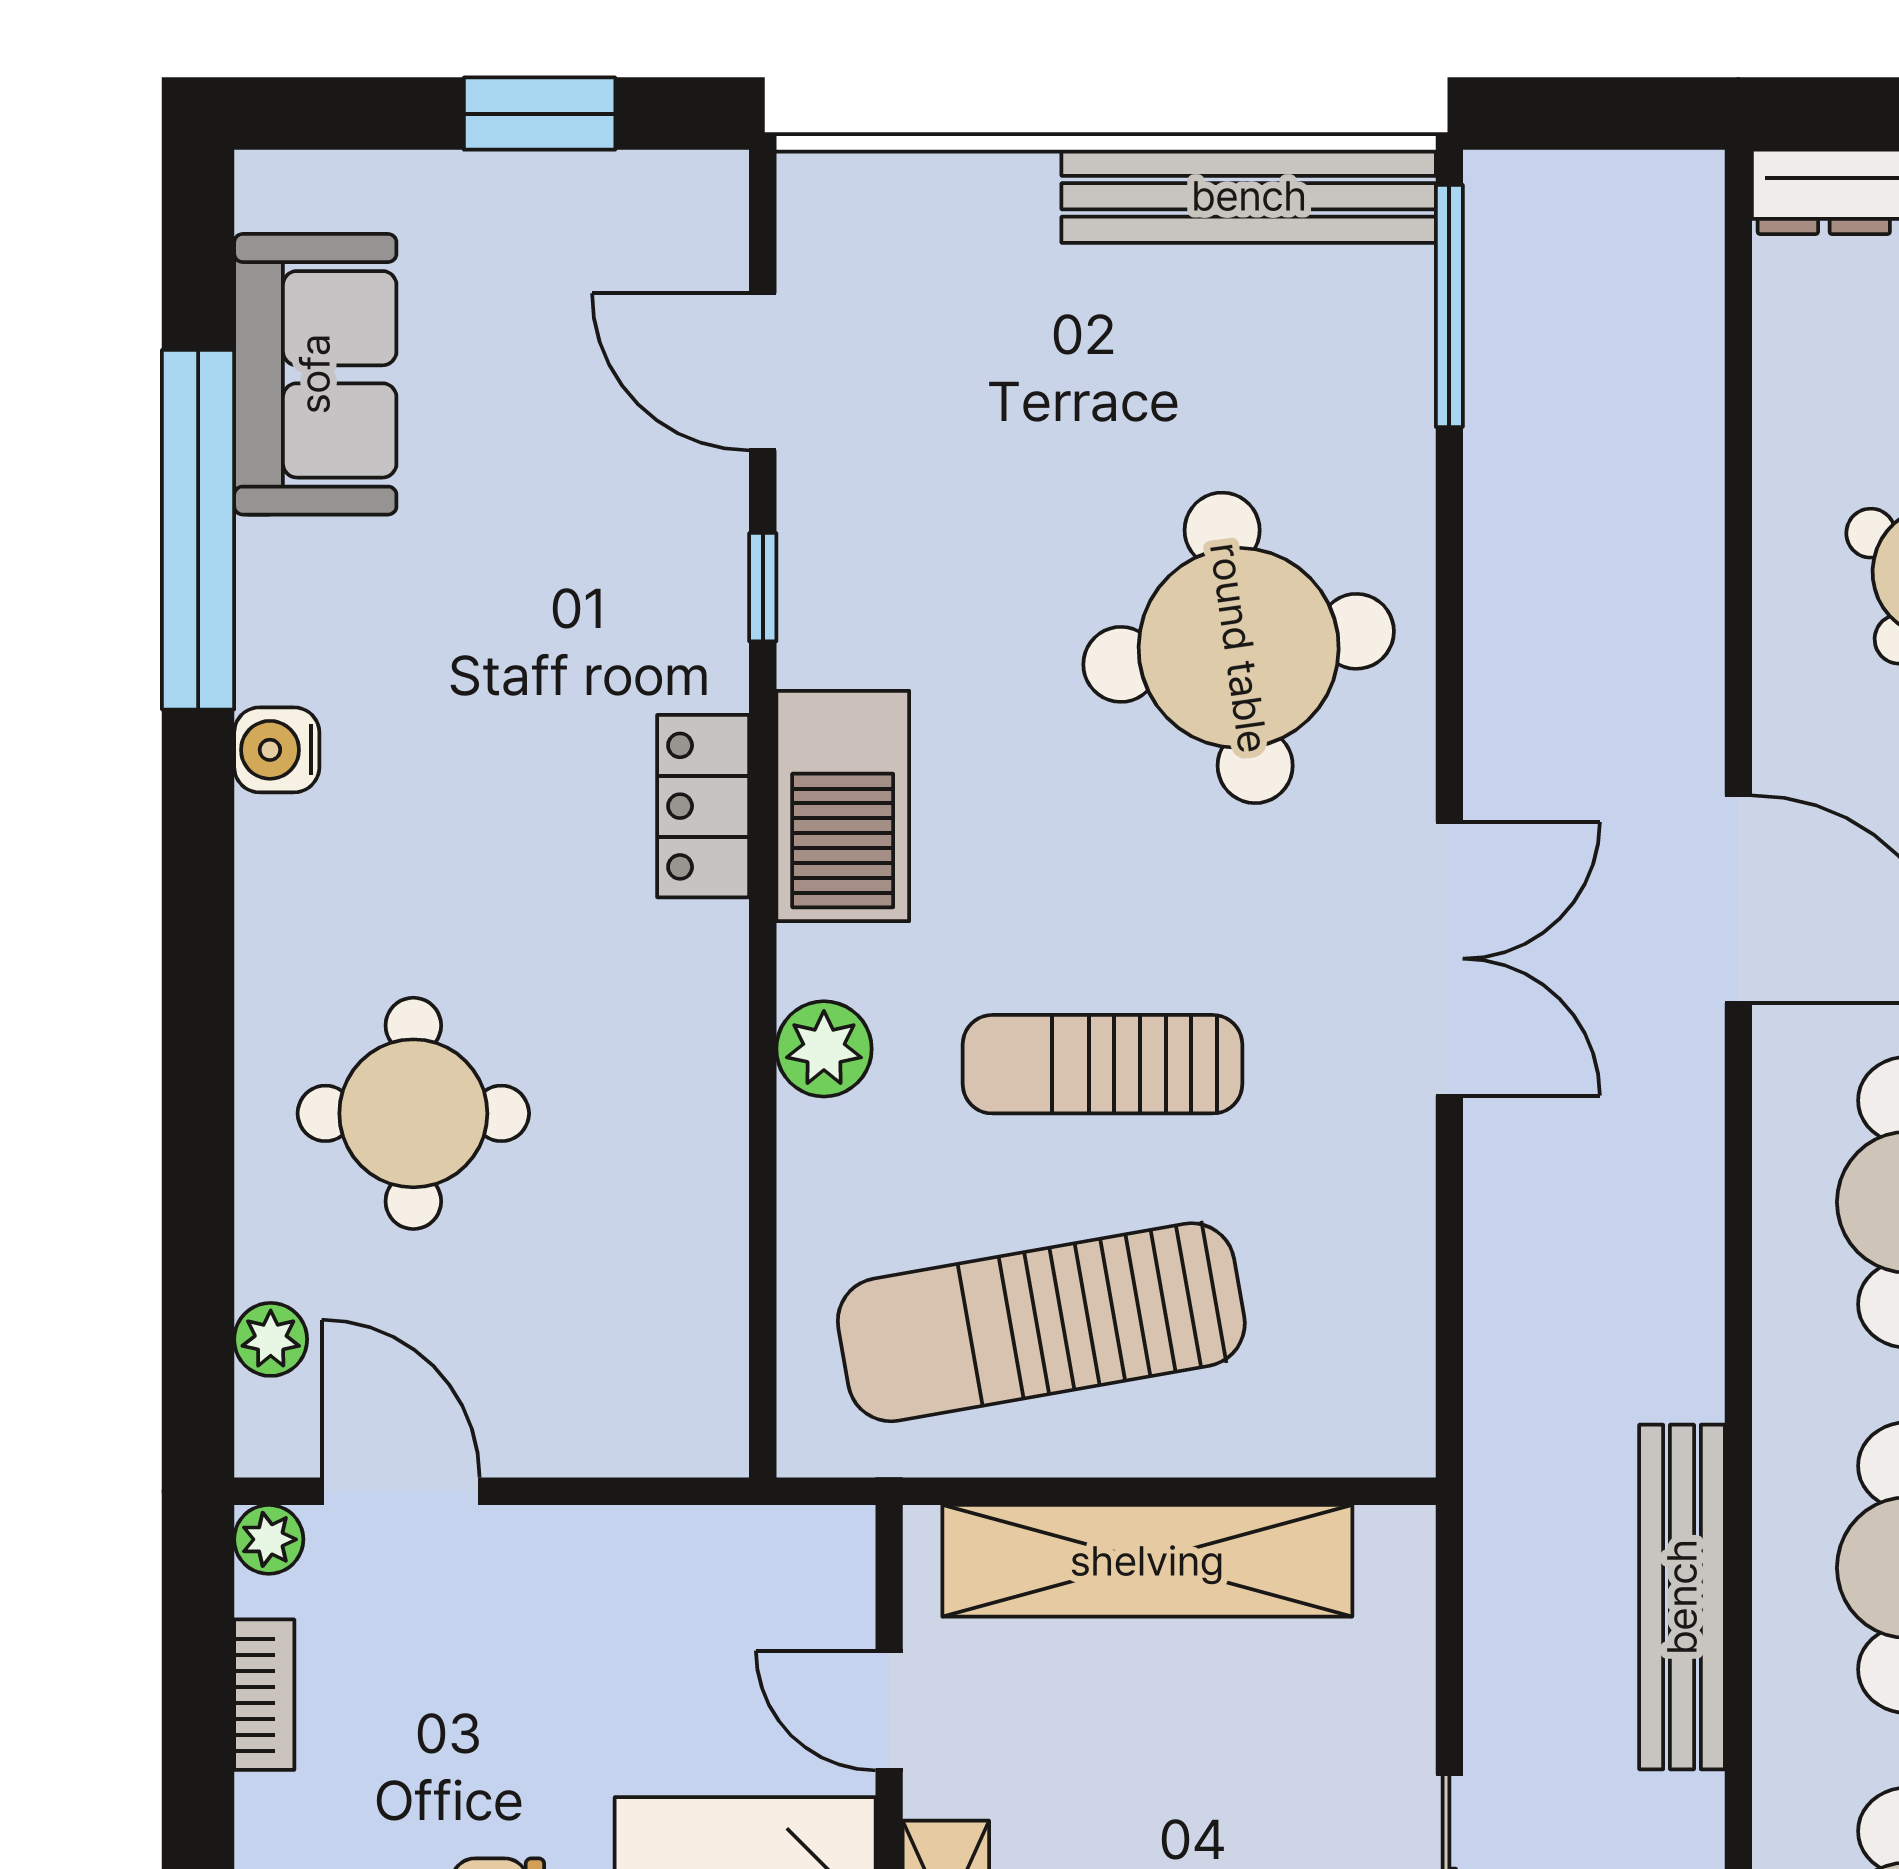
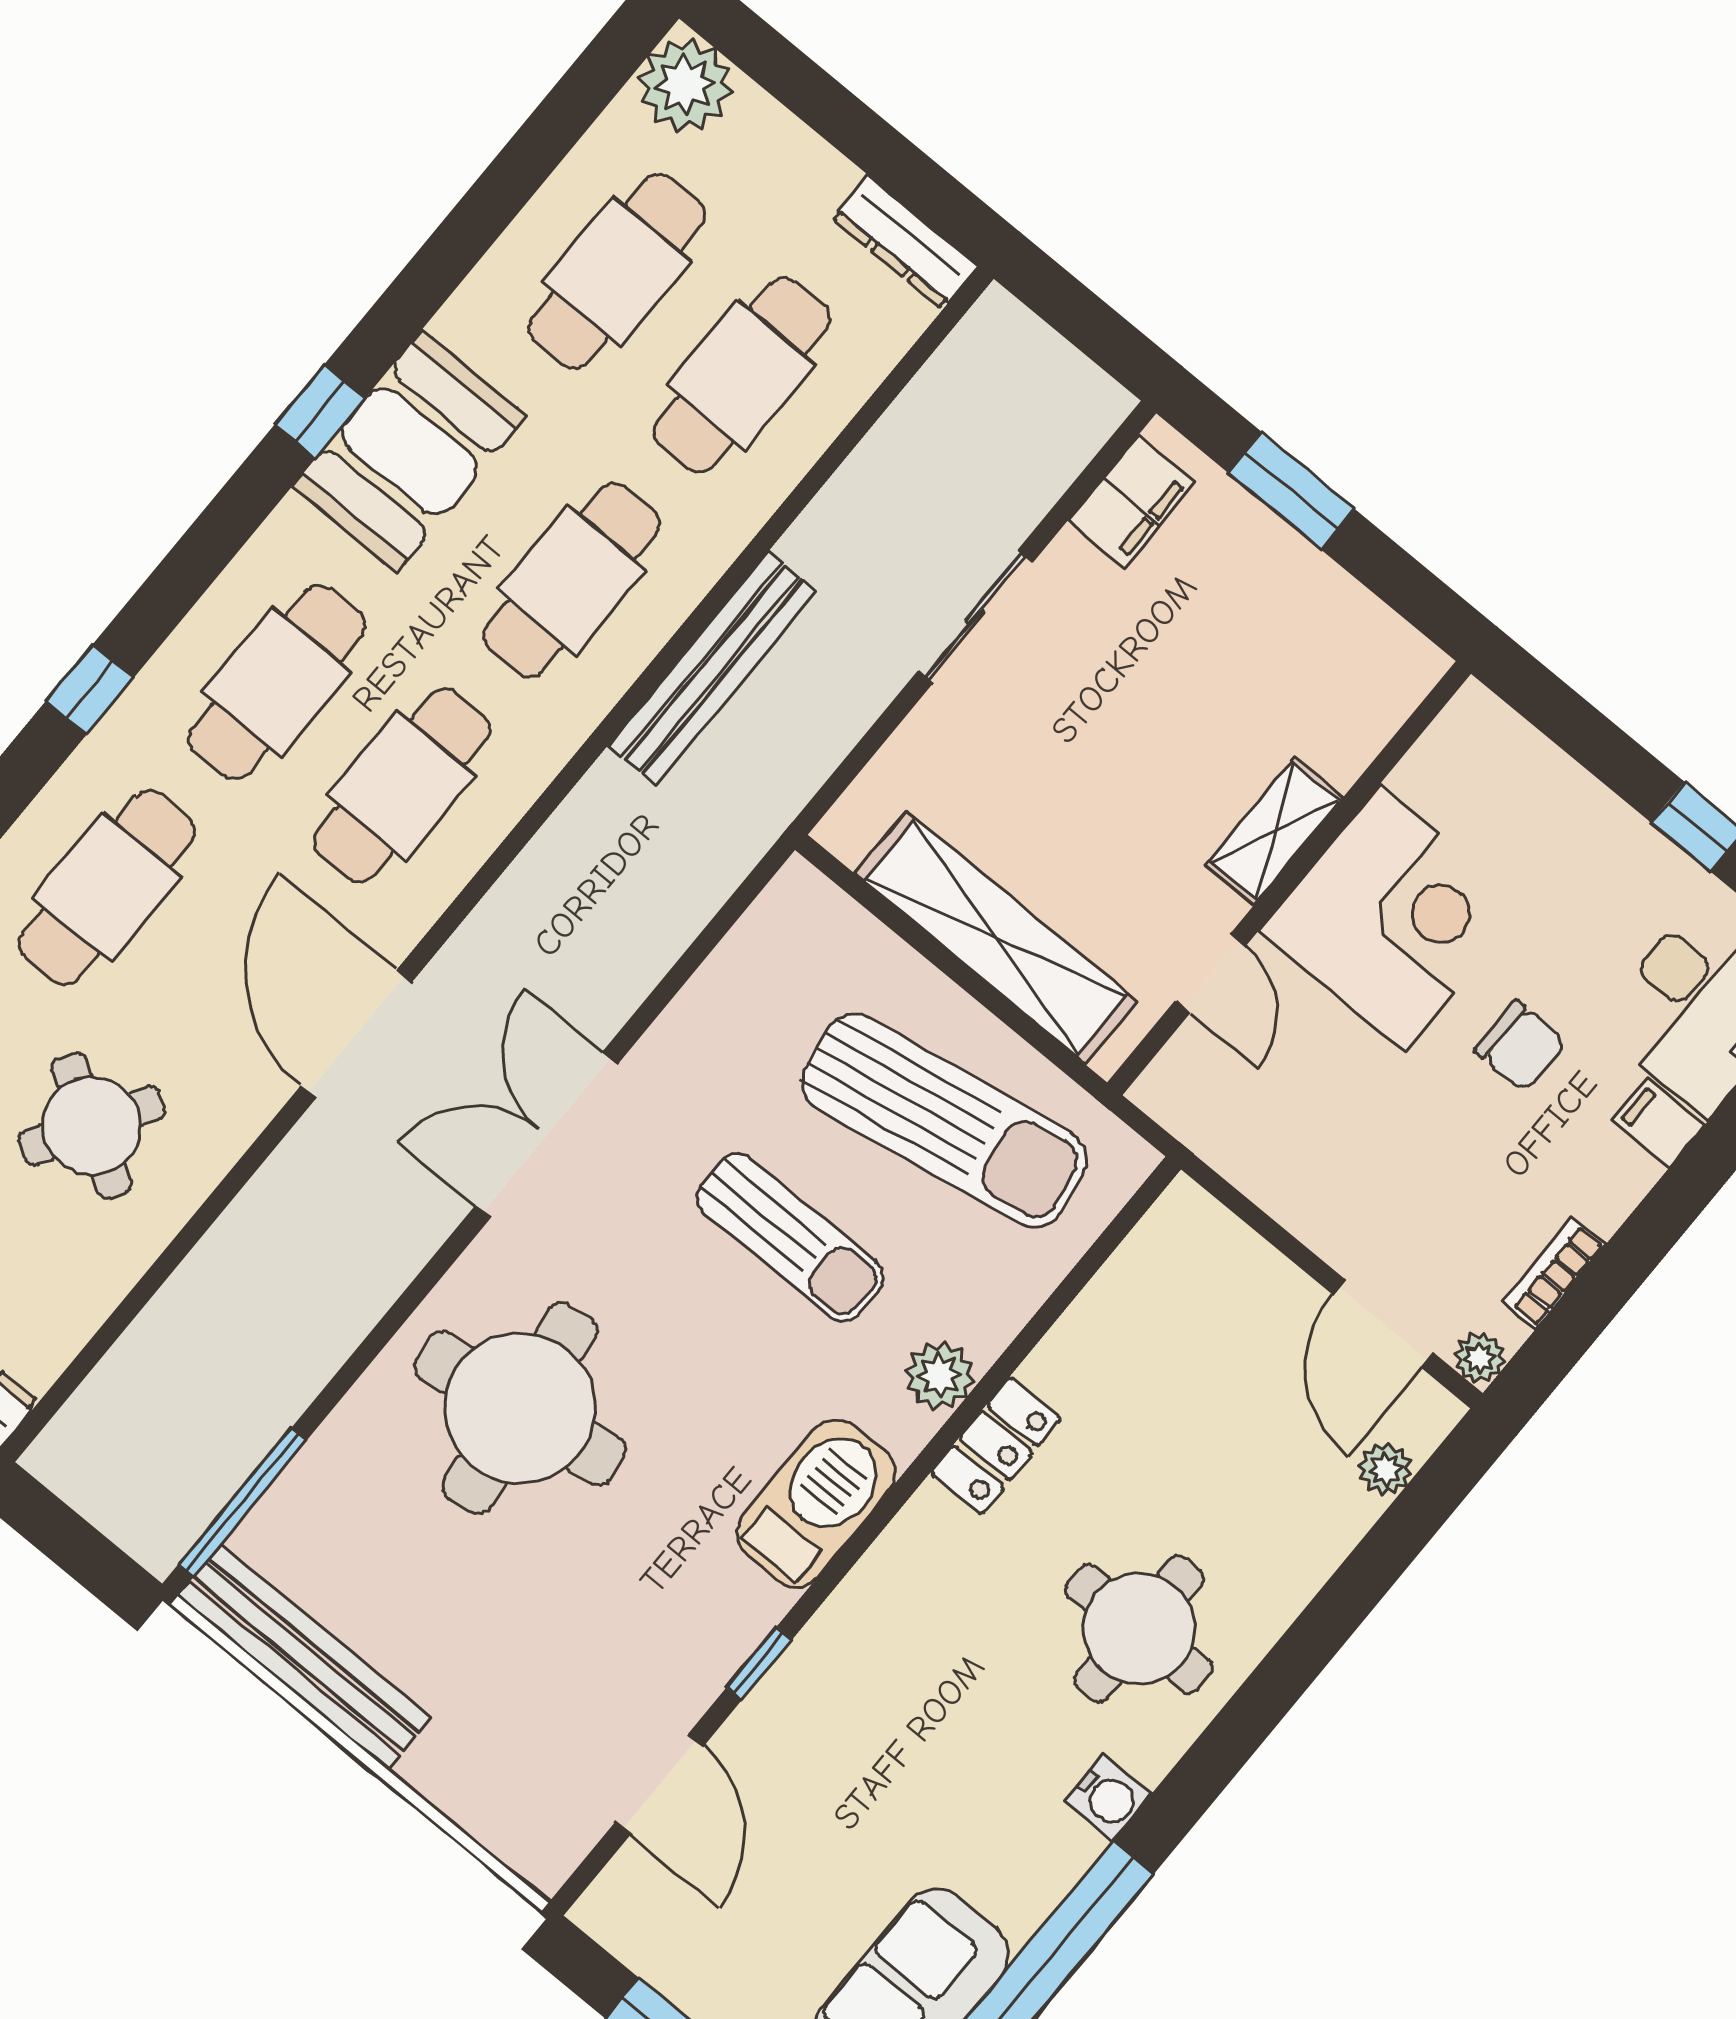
locker: (703, 806) -> (996, 1446), moved
round table: (413, 1113) -> (1139, 1629), moved

